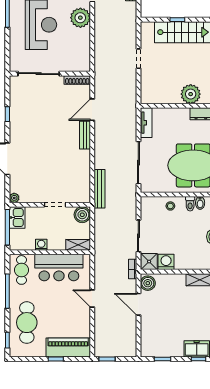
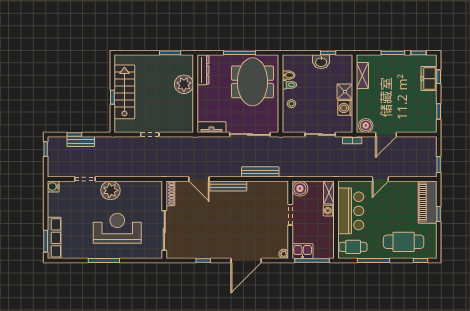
bench: (85, 135) -> (228, 186), width x1.36
bench: (100, 189) -> (260, 172), moved
washing machine: (41, 245) -> (329, 211), moved
shower: (149, 262) -> (345, 92), moved

